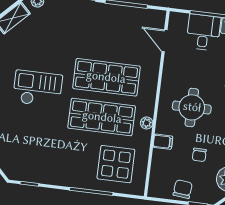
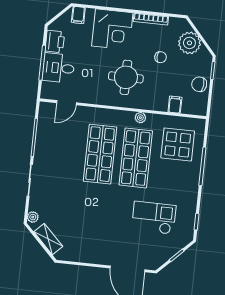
checkout: (38, 89) -> (154, 218), moved, turned 90
filing cabinet: (163, 142) -> (175, 105), moved
chair: (199, 155) -> (161, 57), moved

